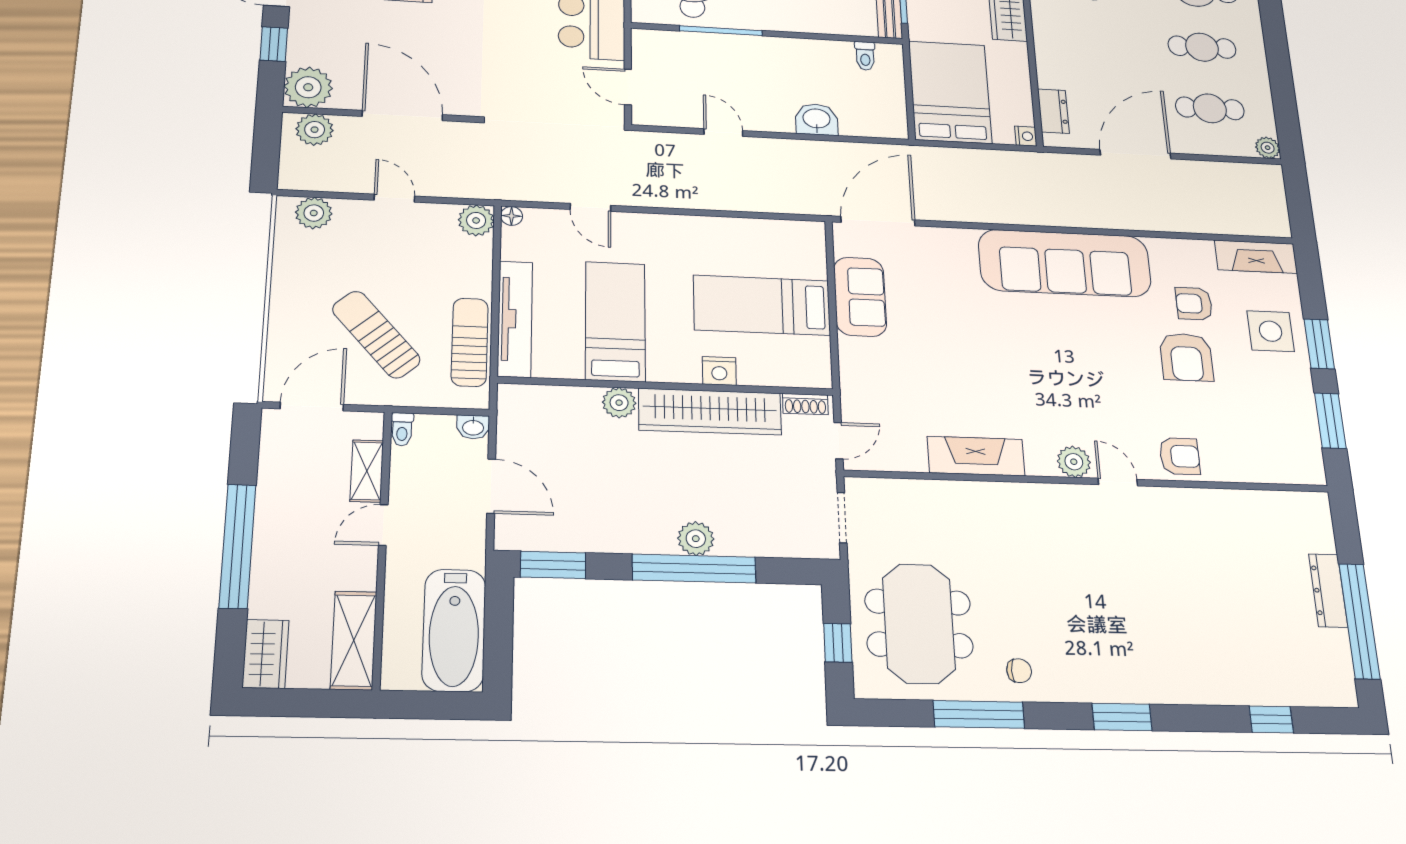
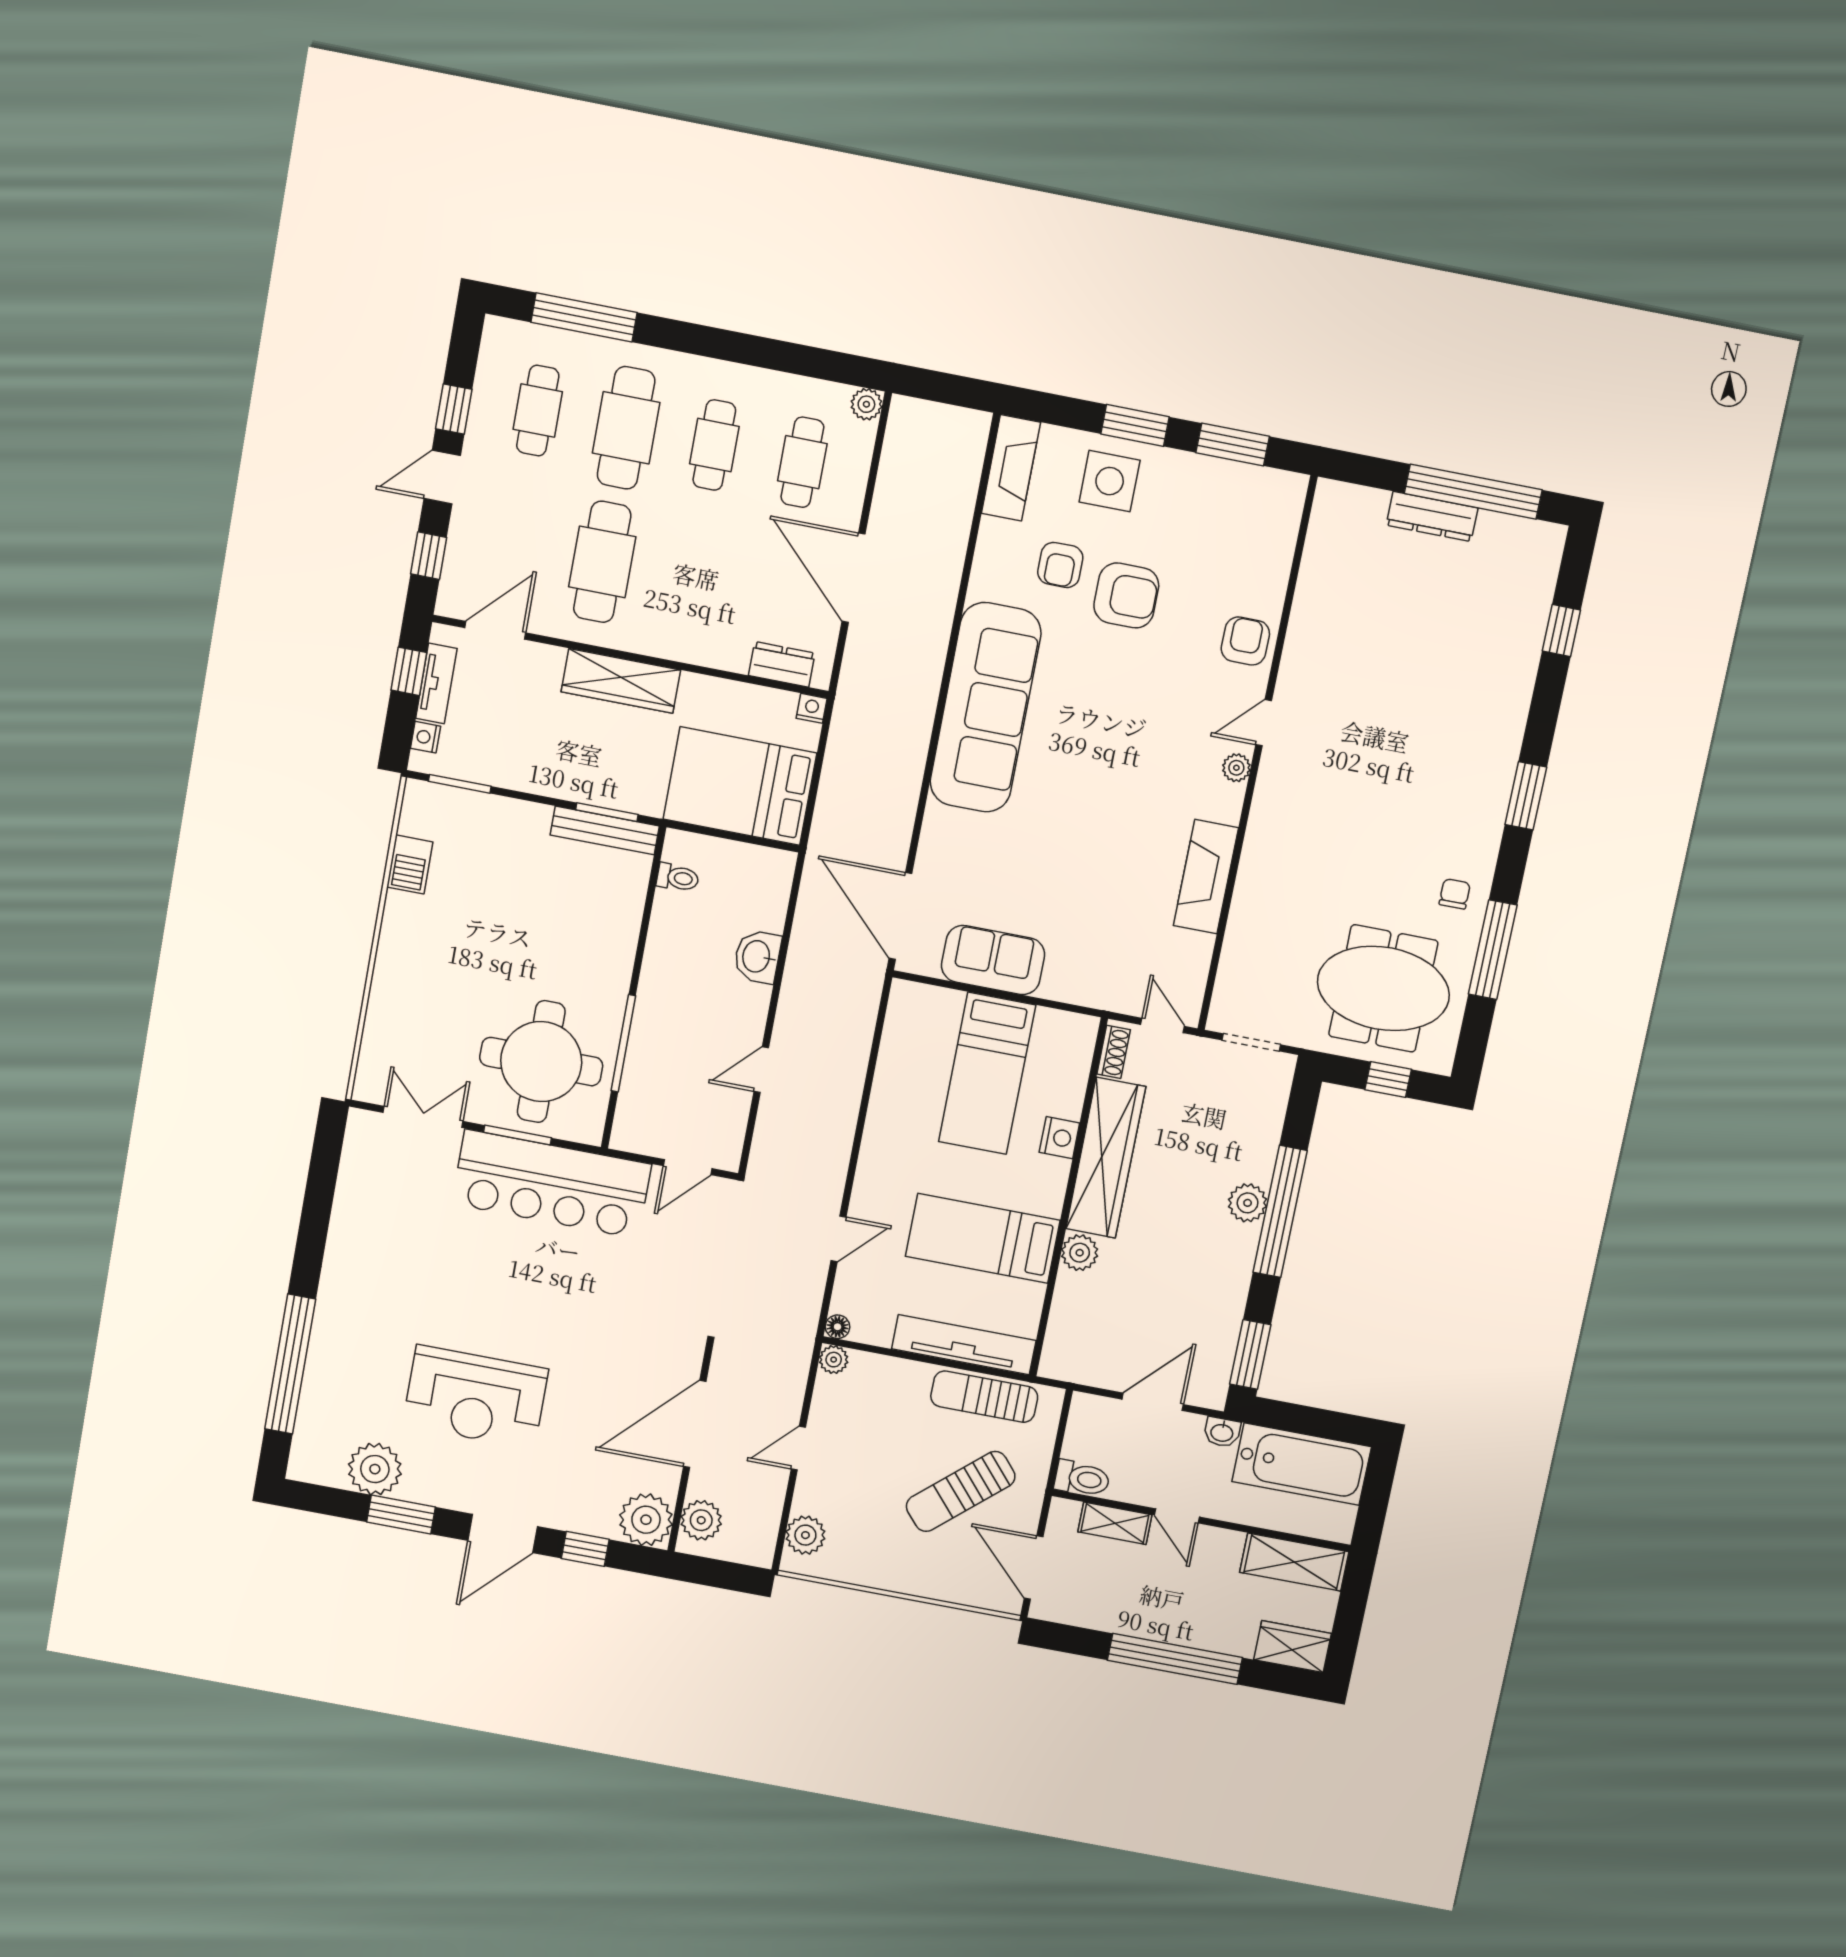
plant: (476, 220) -> (834, 1360), width x0.73, depth x0.73
washbasin: (473, 427) -> (1222, 1432), moved, turned 90
toilet: (402, 429) -> (1082, 1479), width x1.37, depth x1.39
plant: (1074, 462) -> (1236, 768), width x0.73, depth x0.73

